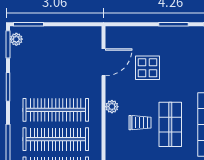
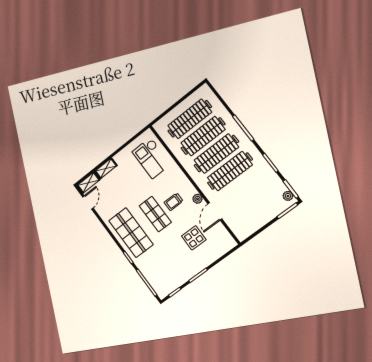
door: (103, 62) -> (215, 211), moved

